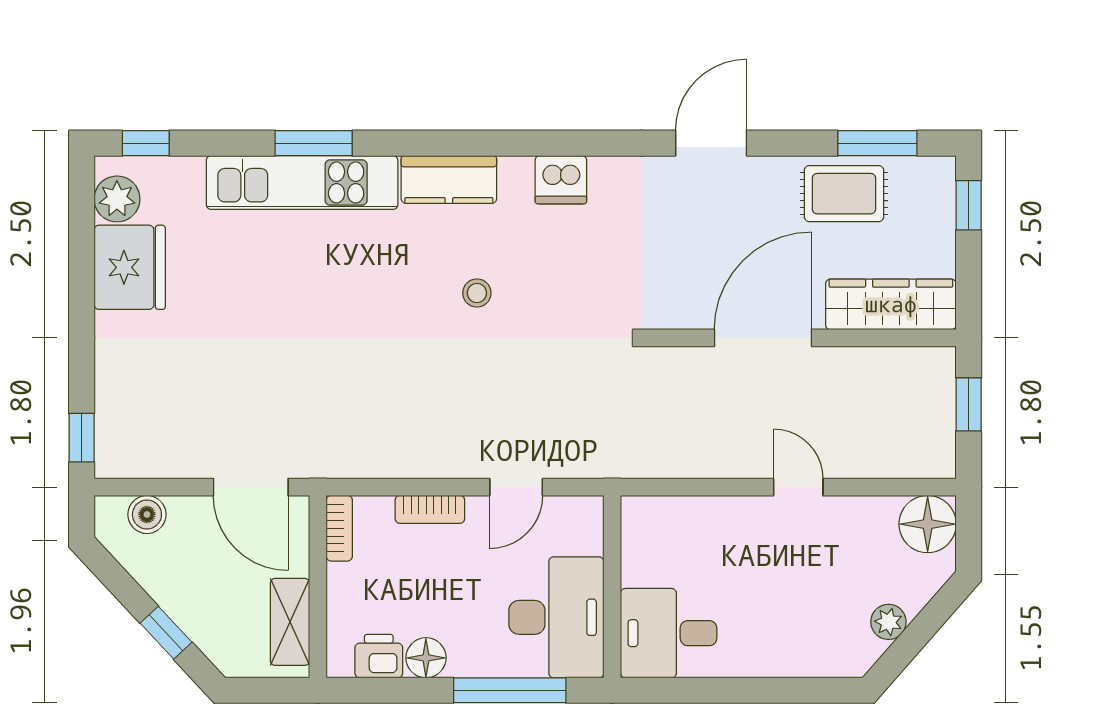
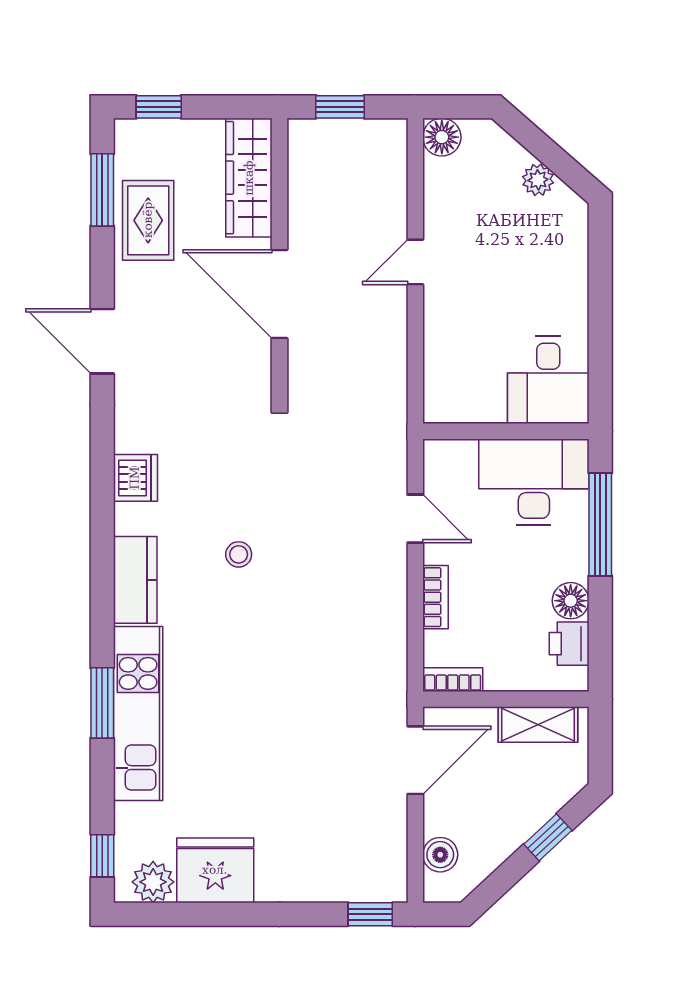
floor lamp: (928, 524) -> (442, 137), width x0.73, depth x0.73

